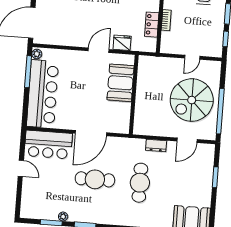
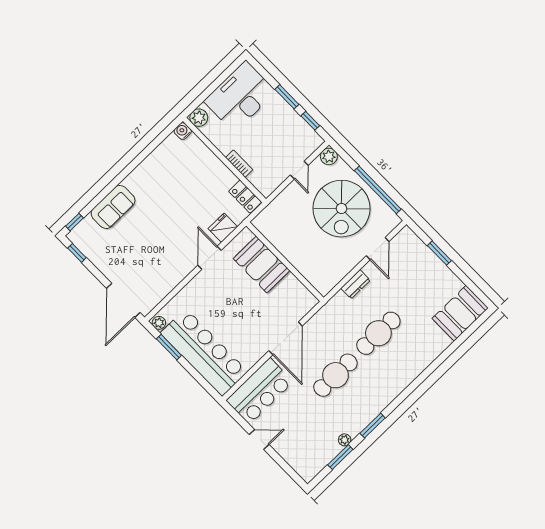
locker: (152, 25) -> (245, 197), moved
plant: (215, 67) -> (329, 156), added
window: (28, 72) -> (169, 347), width x0.69
cafe table: (140, 183) -> (378, 333), turned 90

